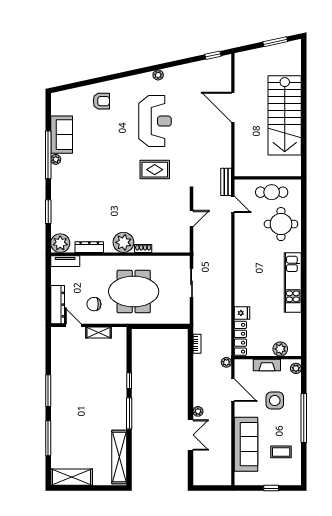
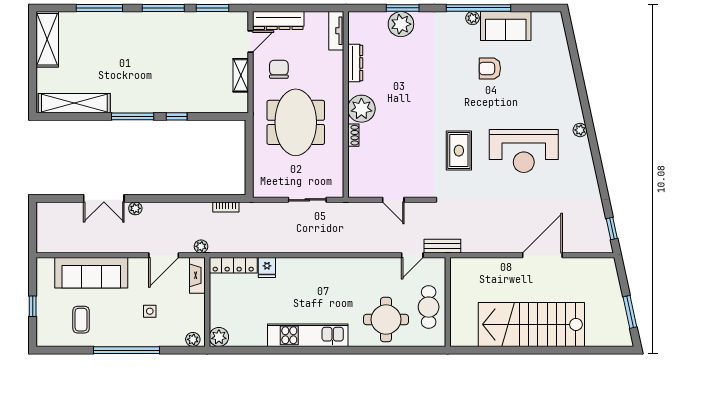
plant: (158, 75) -> (580, 130), moved
armchair: (101, 101) -> (490, 68), moved, turned 90
plant: (60, 243) -> (401, 24), moved
plant: (280, 349) -> (219, 337), moved
window: (48, 354) -> (213, 8), added
fireplace: (267, 365) -> (197, 275), moved
side table: (275, 401) -> (150, 311), width x0.54, depth x0.54

